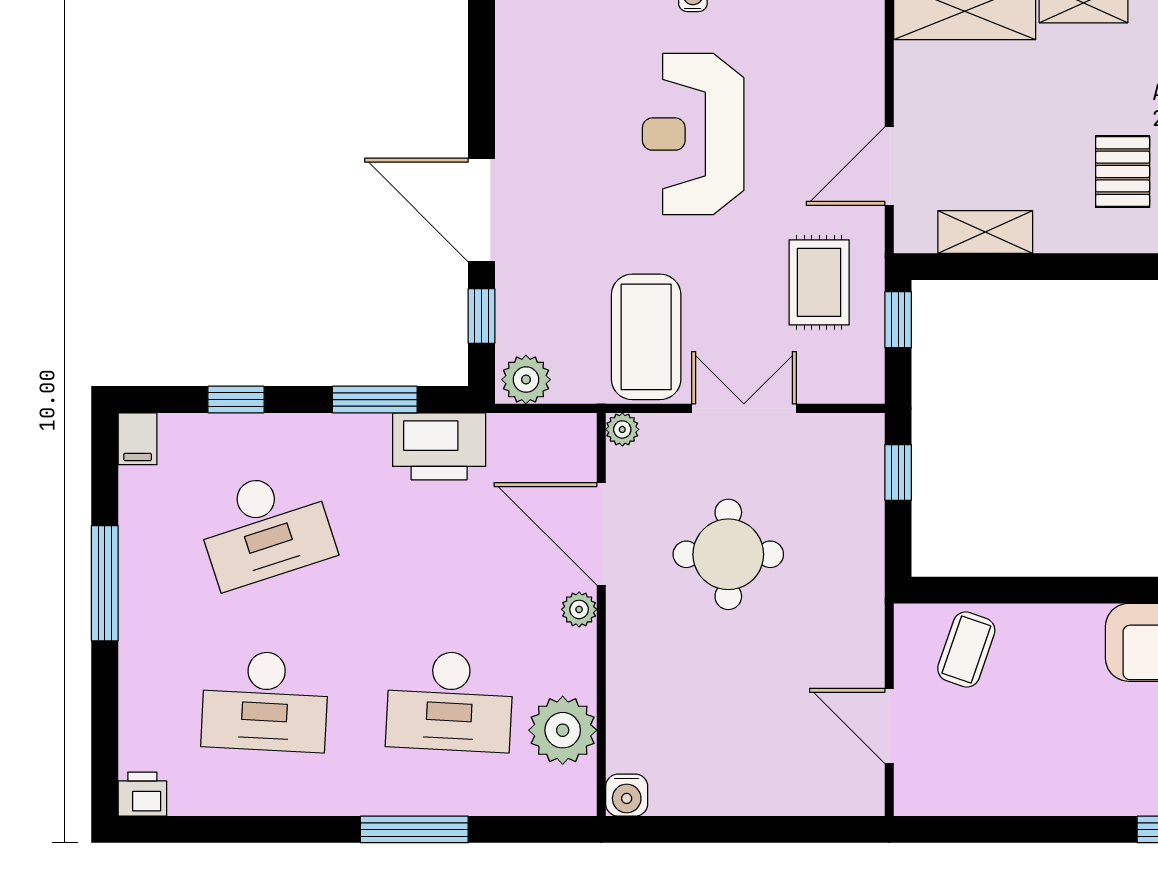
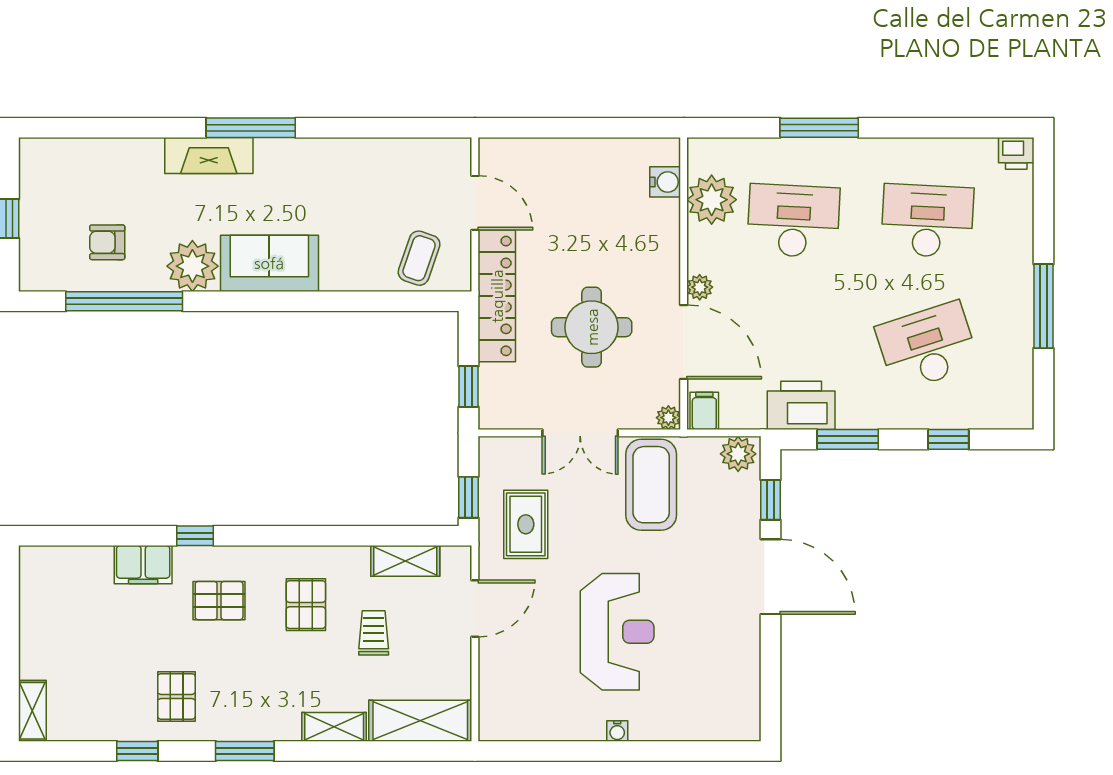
trolley: (1029, 133) -> (374, 633), added
filing cabinet: (138, 439) -> (704, 411), moved
locker: (859, 597) -> (497, 296), added
water cooler: (627, 795) -> (665, 182), moved, turned 90

